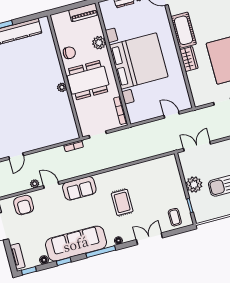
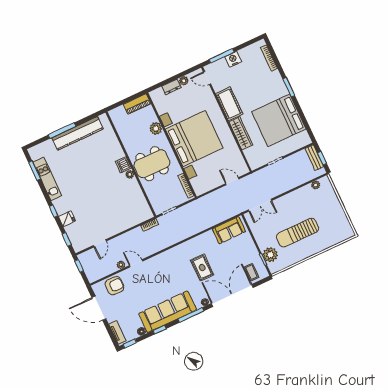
chair: (69, 53) -> (131, 142), removed
wardrobe: (189, 59) -> (241, 133), width x1.50
dishwasher: (57, 76) -> (123, 165), added
double door: (197, 146) -> (260, 205), swing flipped
plant: (194, 185) -> (270, 255), moved
sofa: (79, 188) -> (229, 230), moved
armchair: (24, 205) -> (115, 286), turned -90
double door: (149, 239) -> (232, 296), width x1.87

